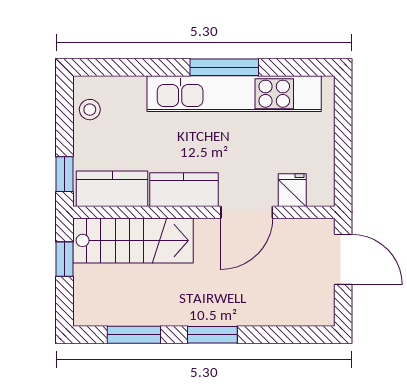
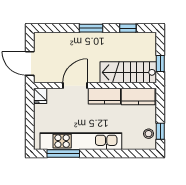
window: (224, 67) -> (63, 153), moved
window: (65, 174) -> (160, 131), moved
fridge: (292, 190) -> (40, 96), moved
window: (134, 335) -> (128, 28), width x0.67

